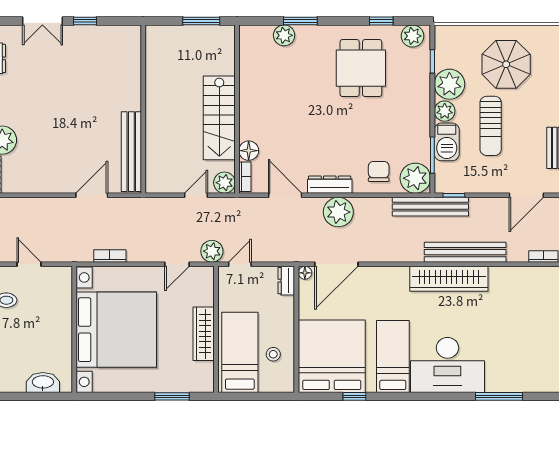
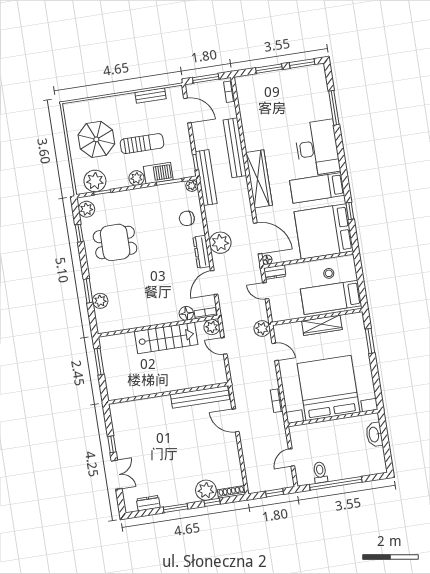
plant: (449, 84) -> (95, 181), moved
plant: (415, 178) -> (192, 186), width x0.53, depth x0.53
door: (240, 264) -> (266, 291), moved
wardrobe: (449, 279) -> (259, 179), moved

